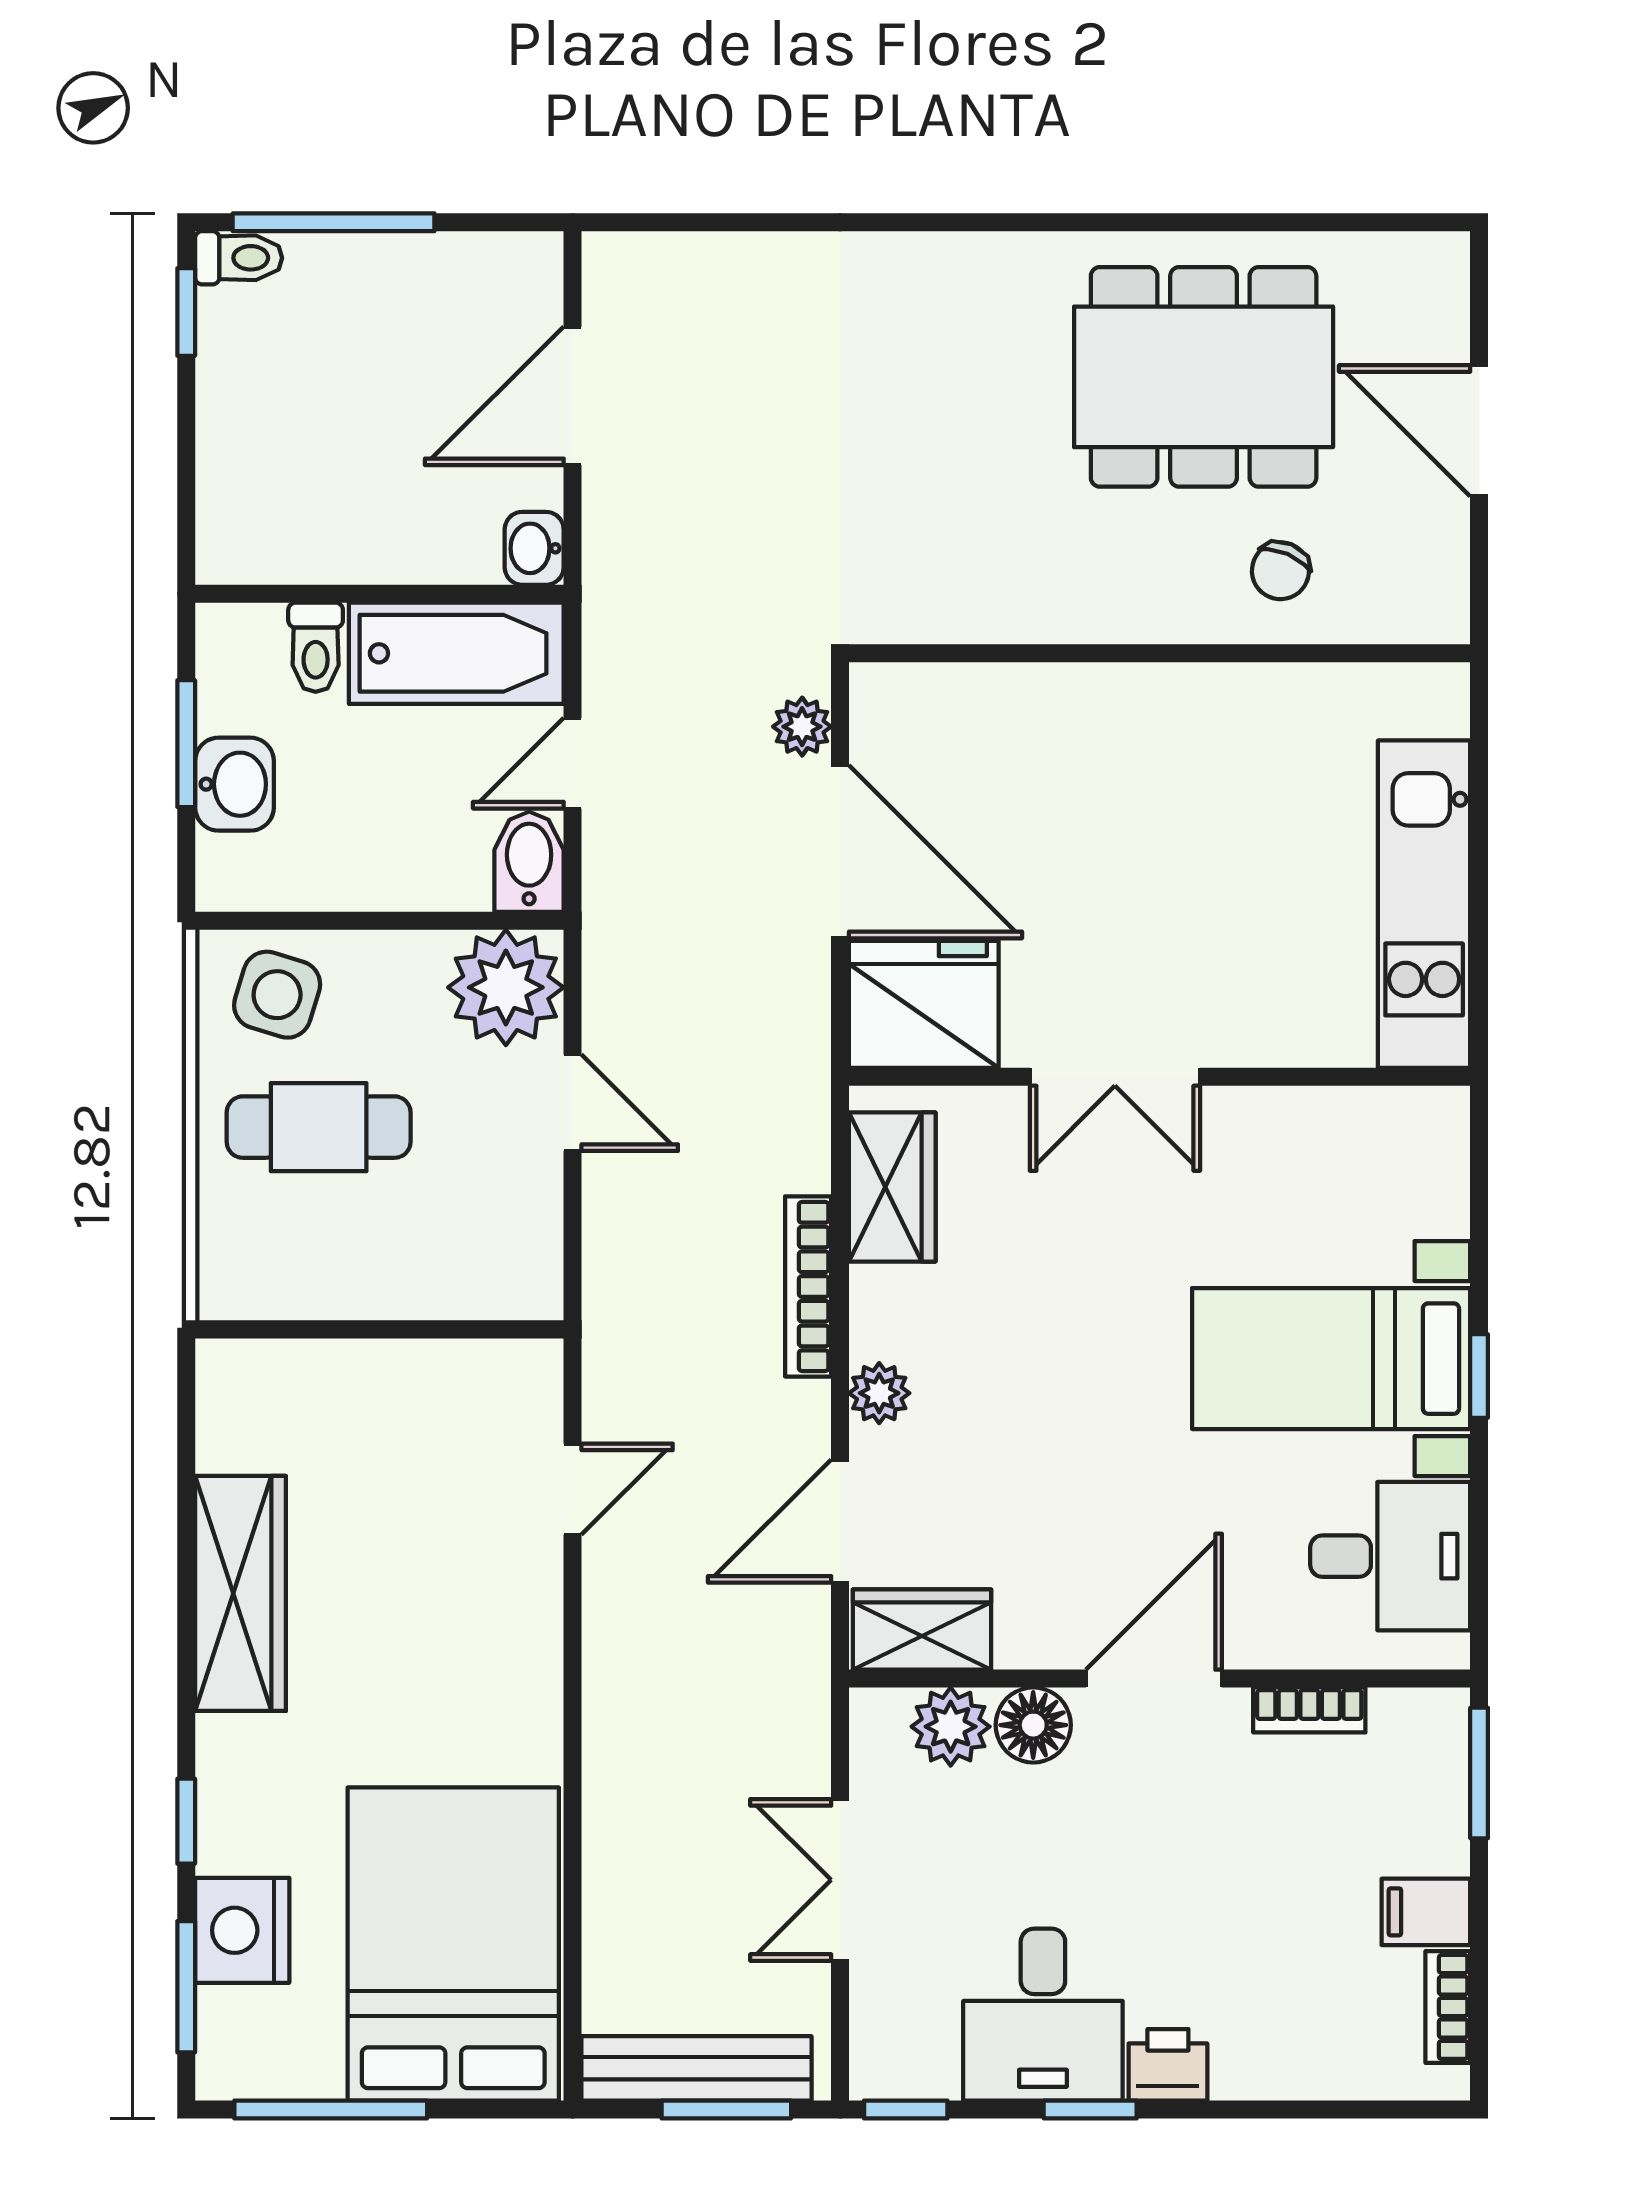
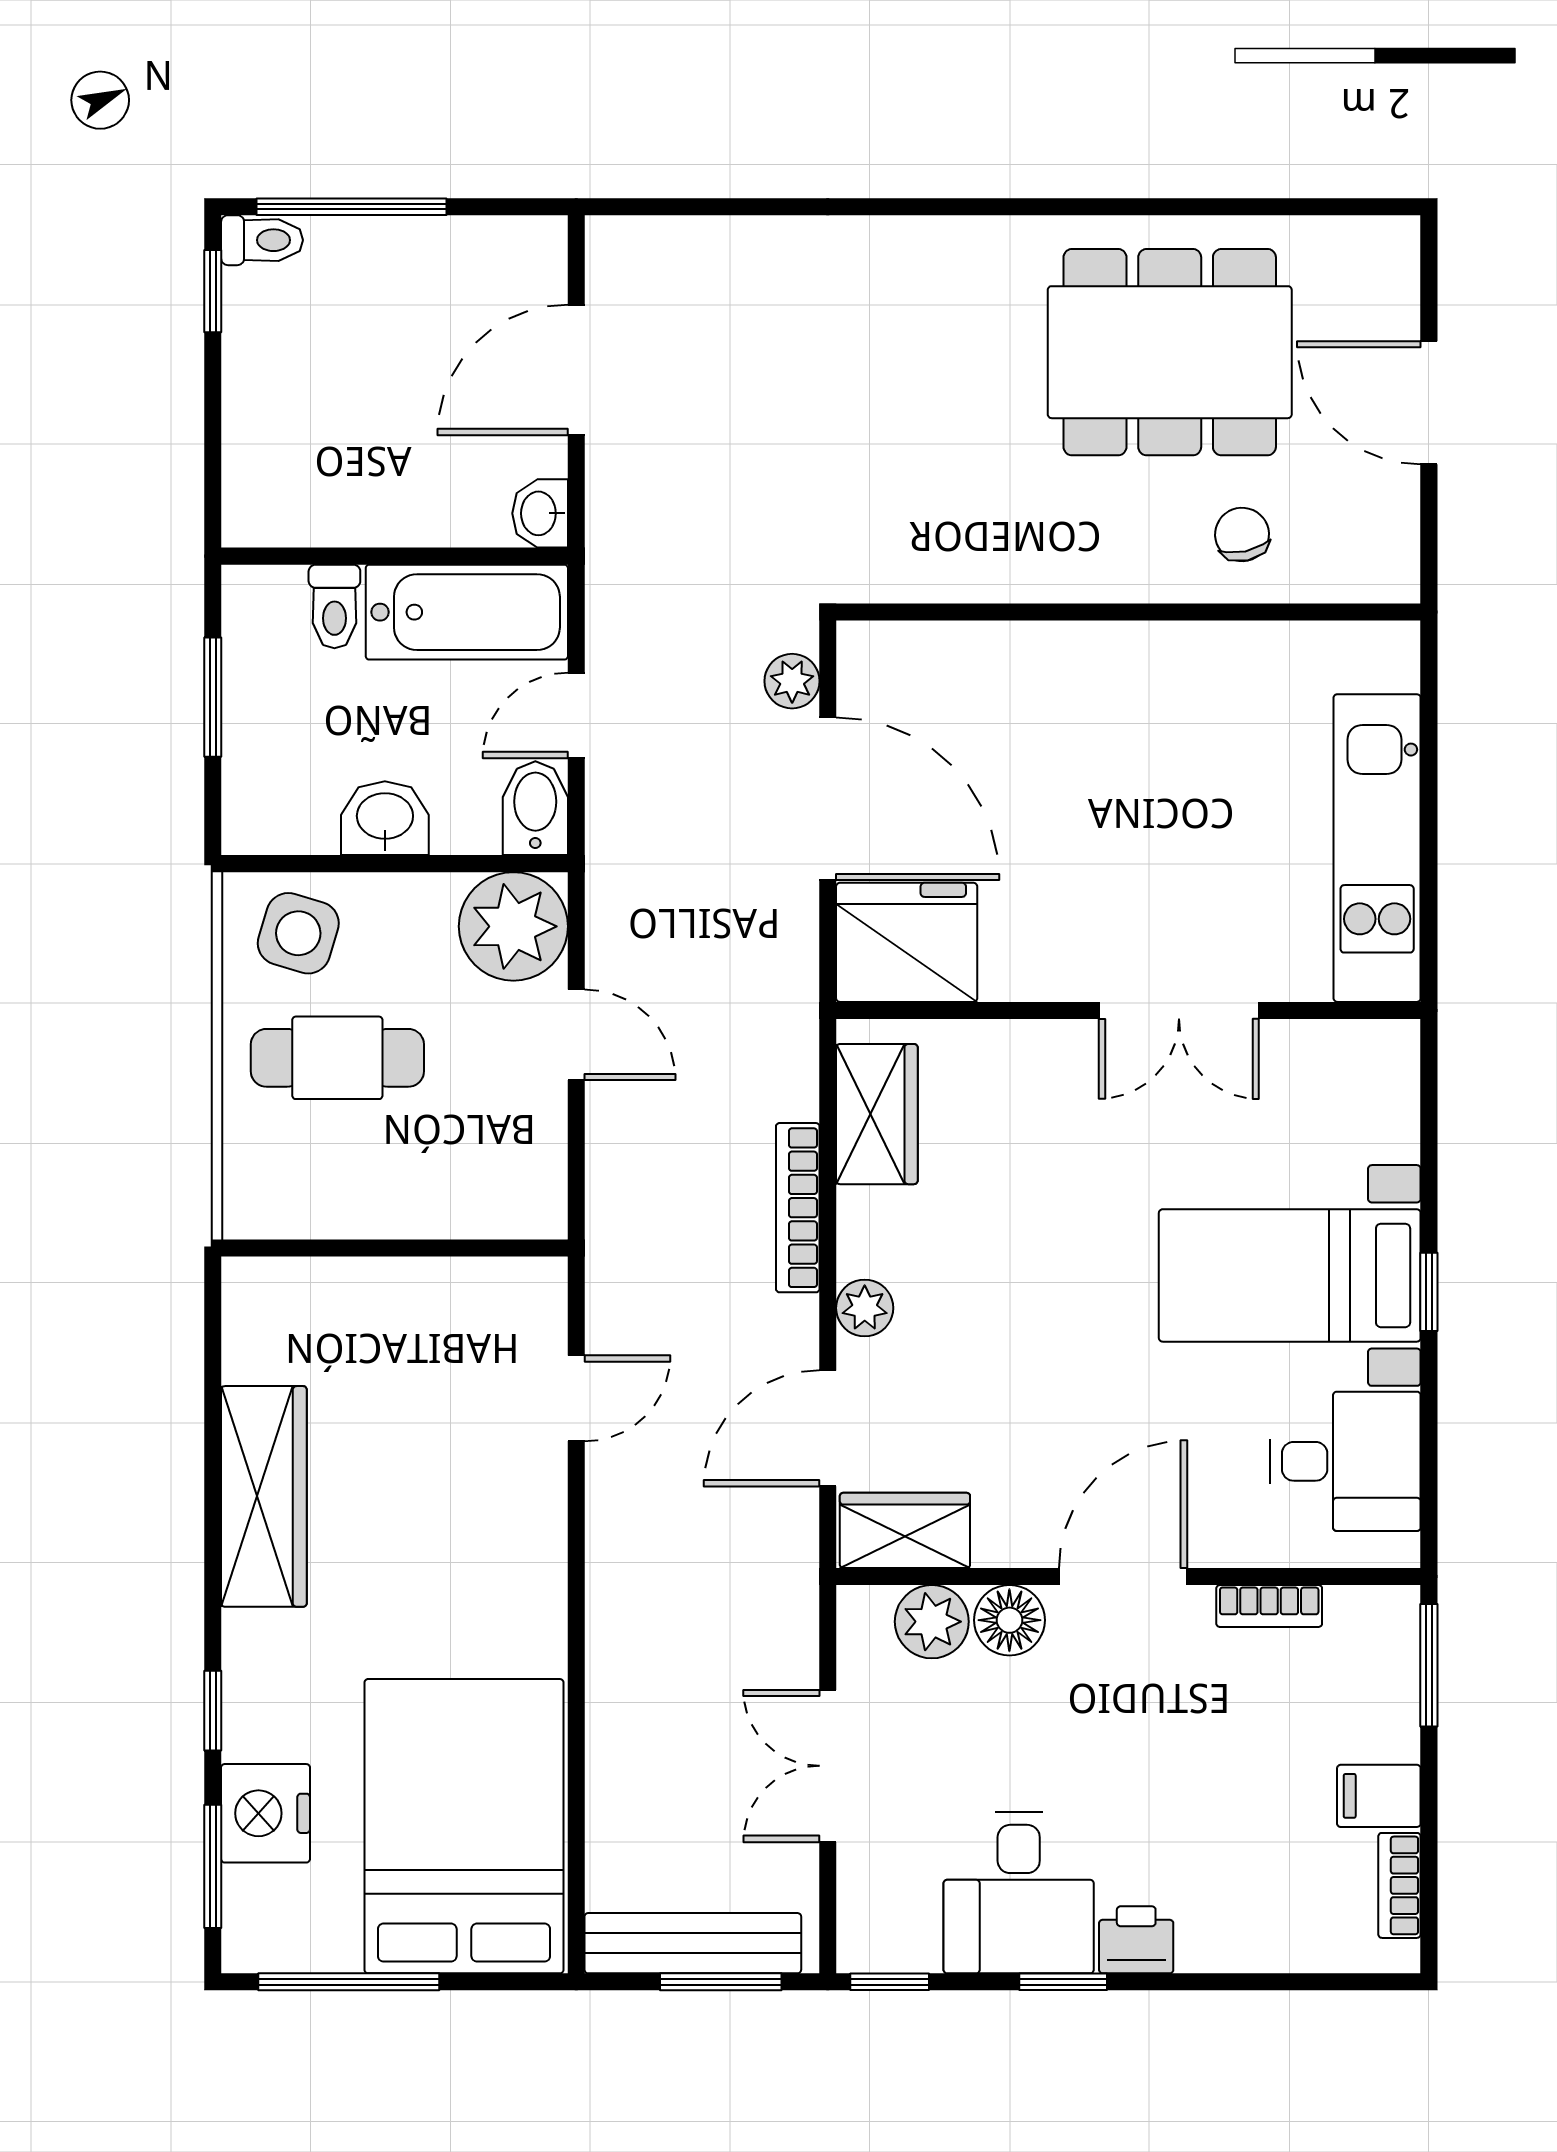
chair: (1280, 571) -> (1242, 534), turned 145
washbasin: (234, 784) -> (385, 818), moved, turned -90
double door: (1115, 1077) -> (1179, 1010), moved

